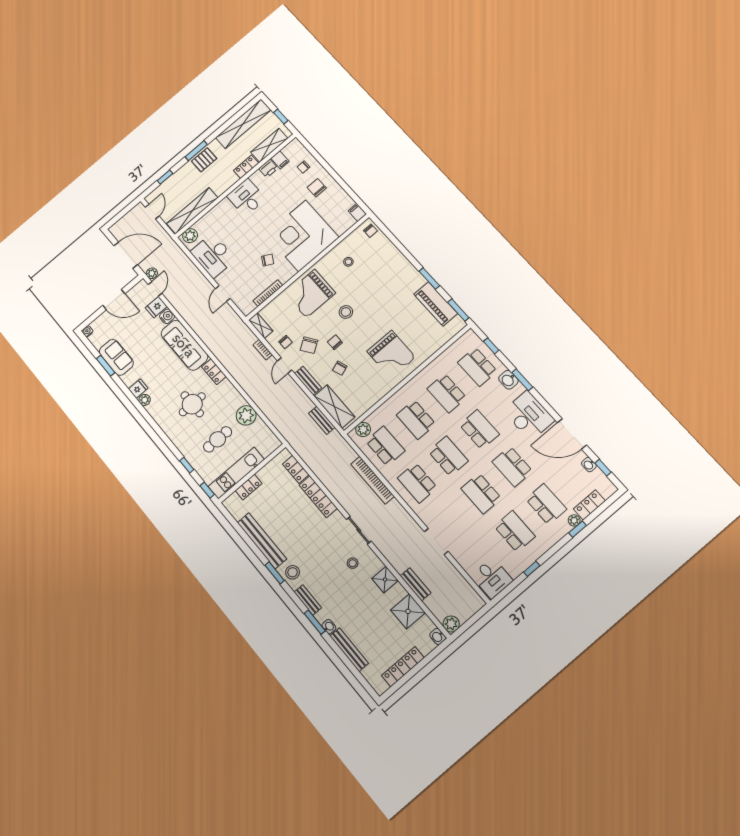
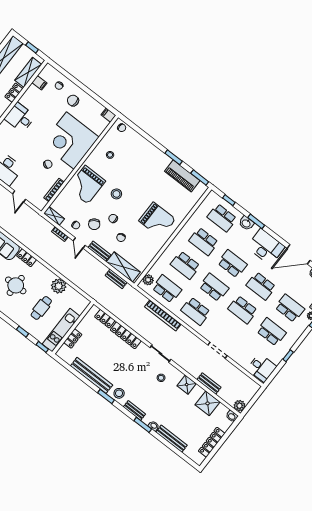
printer: (268, 168) -> (32, 91), removed

